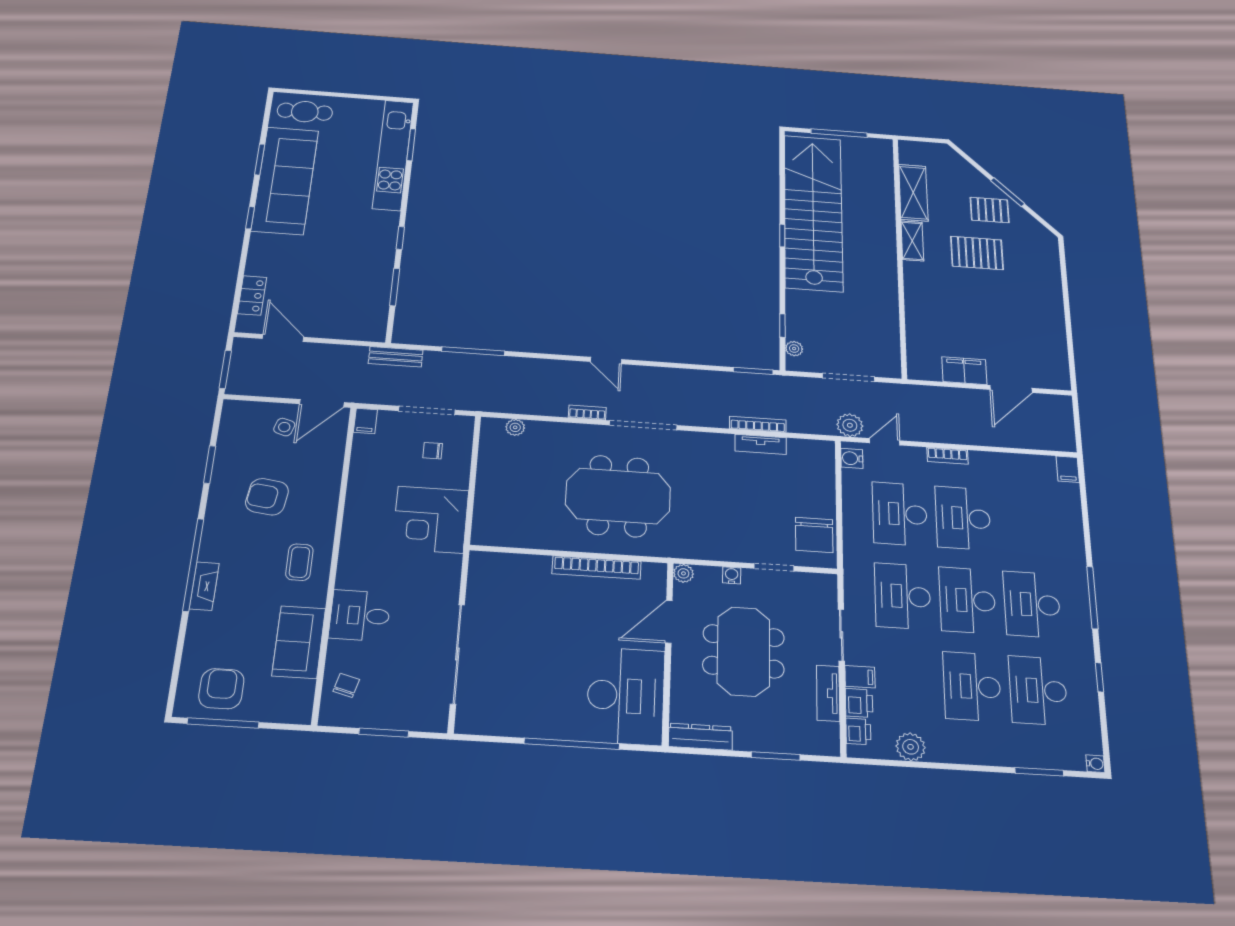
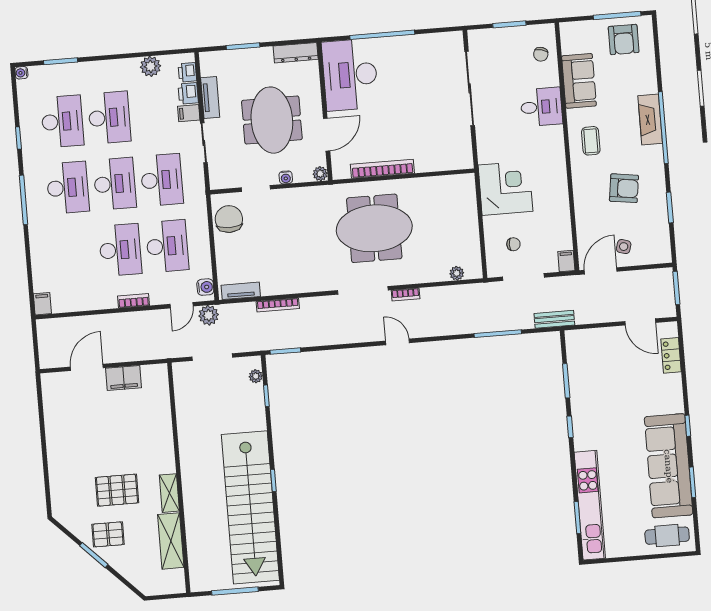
tv unit: (761, 444) -> (241, 291), moved
fireplace: (204, 586) -> (650, 120), width x1.37, depth x1.32

